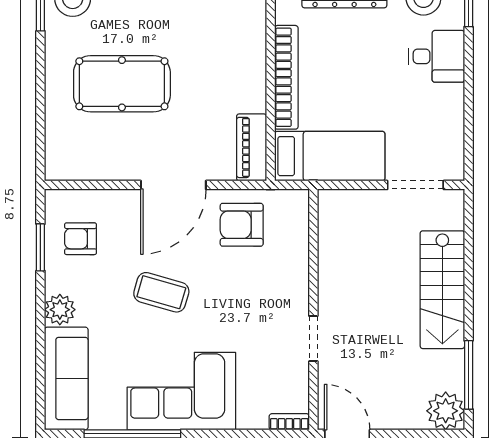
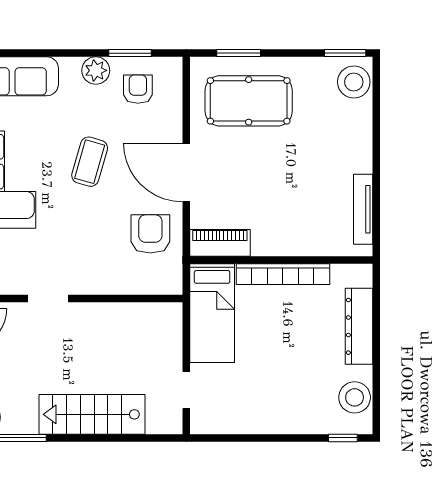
desk: (437, 56) -> (302, 409), removed
pool table: (122, 84) -> (249, 101), moved, turned 90
window: (40, 127) -> (239, 53), added
doorway: (415, 185) -> (186, 390), width x0.73
plant: (60, 310) -> (96, 70), moved

